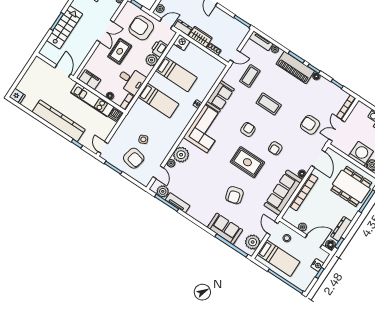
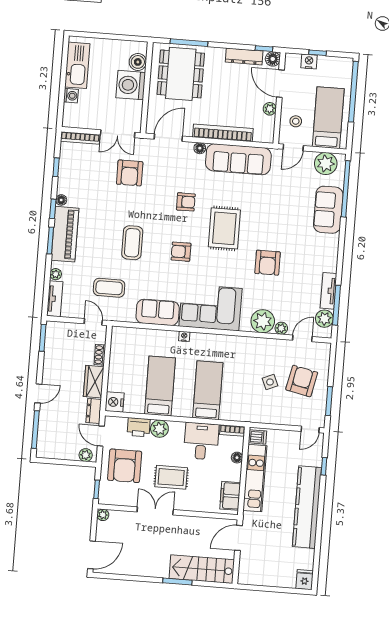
stairs: (64, 27) -> (202, 569), moved
armchair: (234, 195) -> (268, 263), moved, turned 105

